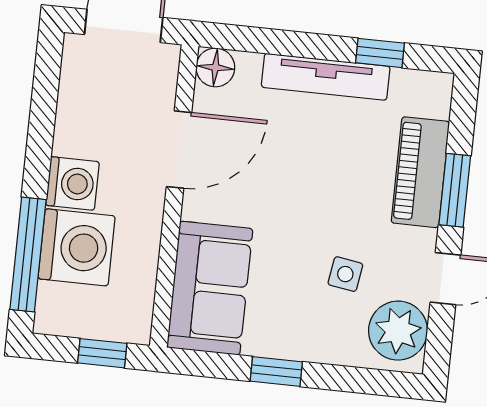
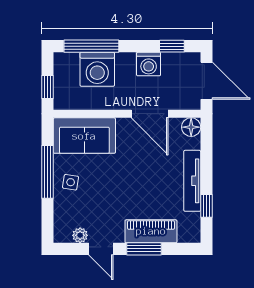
window: (45, 89) -> (172, 46), added
washing machine: (72, 183) -> (149, 64), moved
side table: (345, 274) -> (71, 182), moved
plant: (398, 331) -> (80, 235), width x0.53, depth x0.53
window: (276, 371) -> (47, 172), width x2.17

